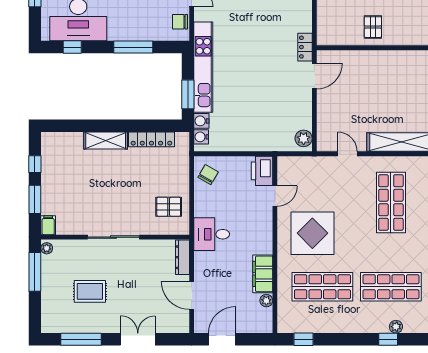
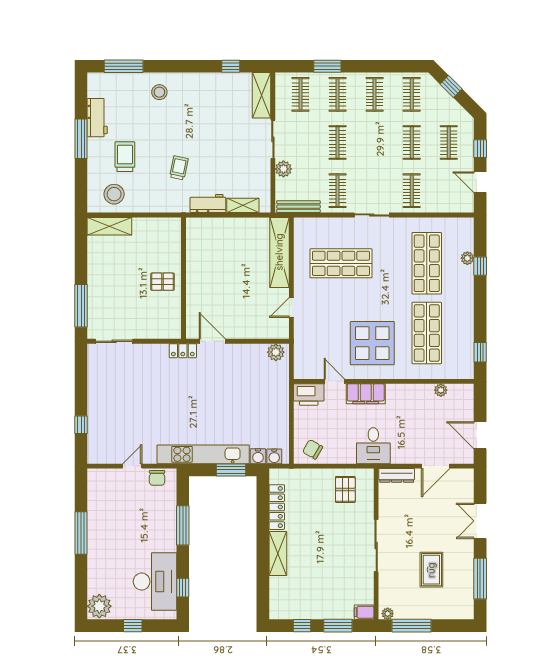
filing cabinet: (263, 274) -> (366, 394), moved

